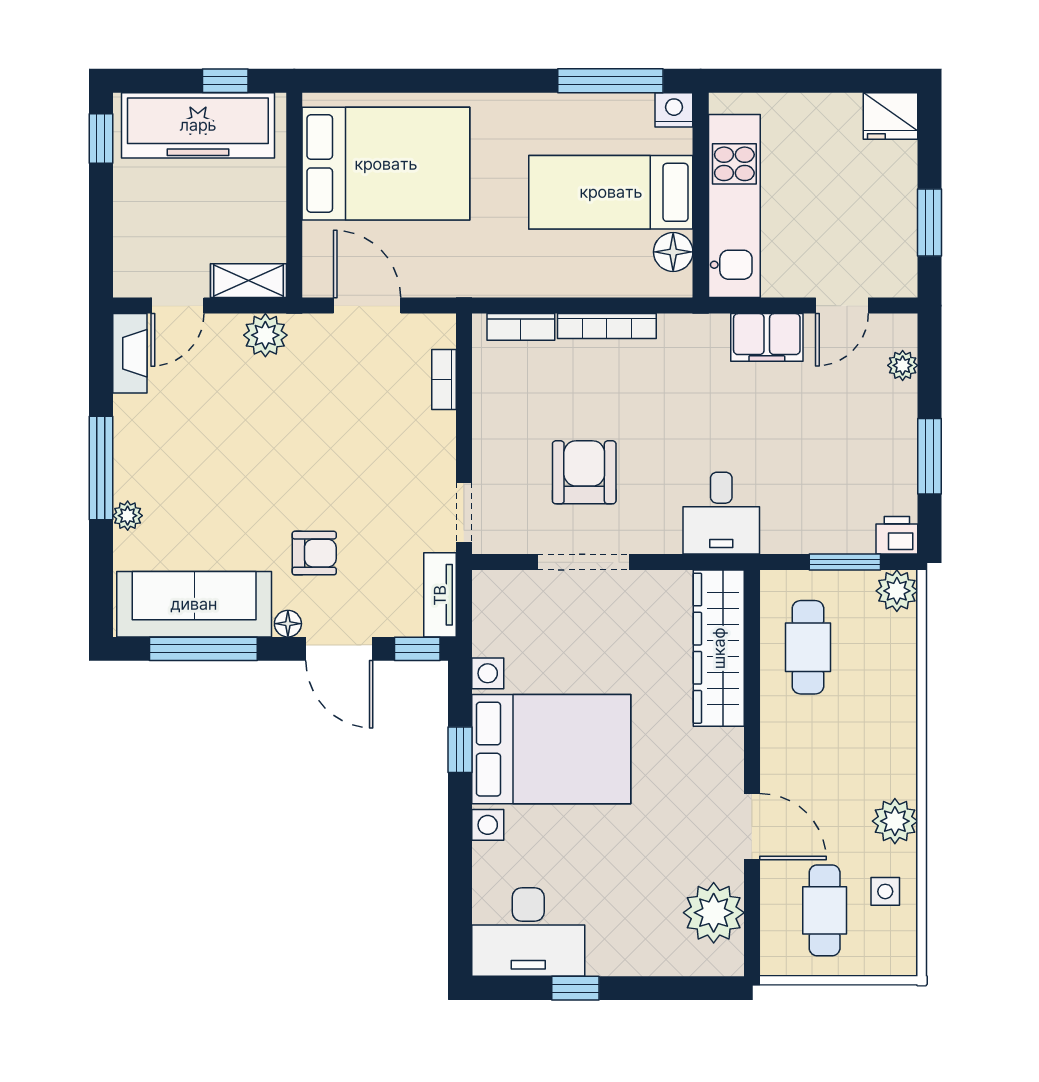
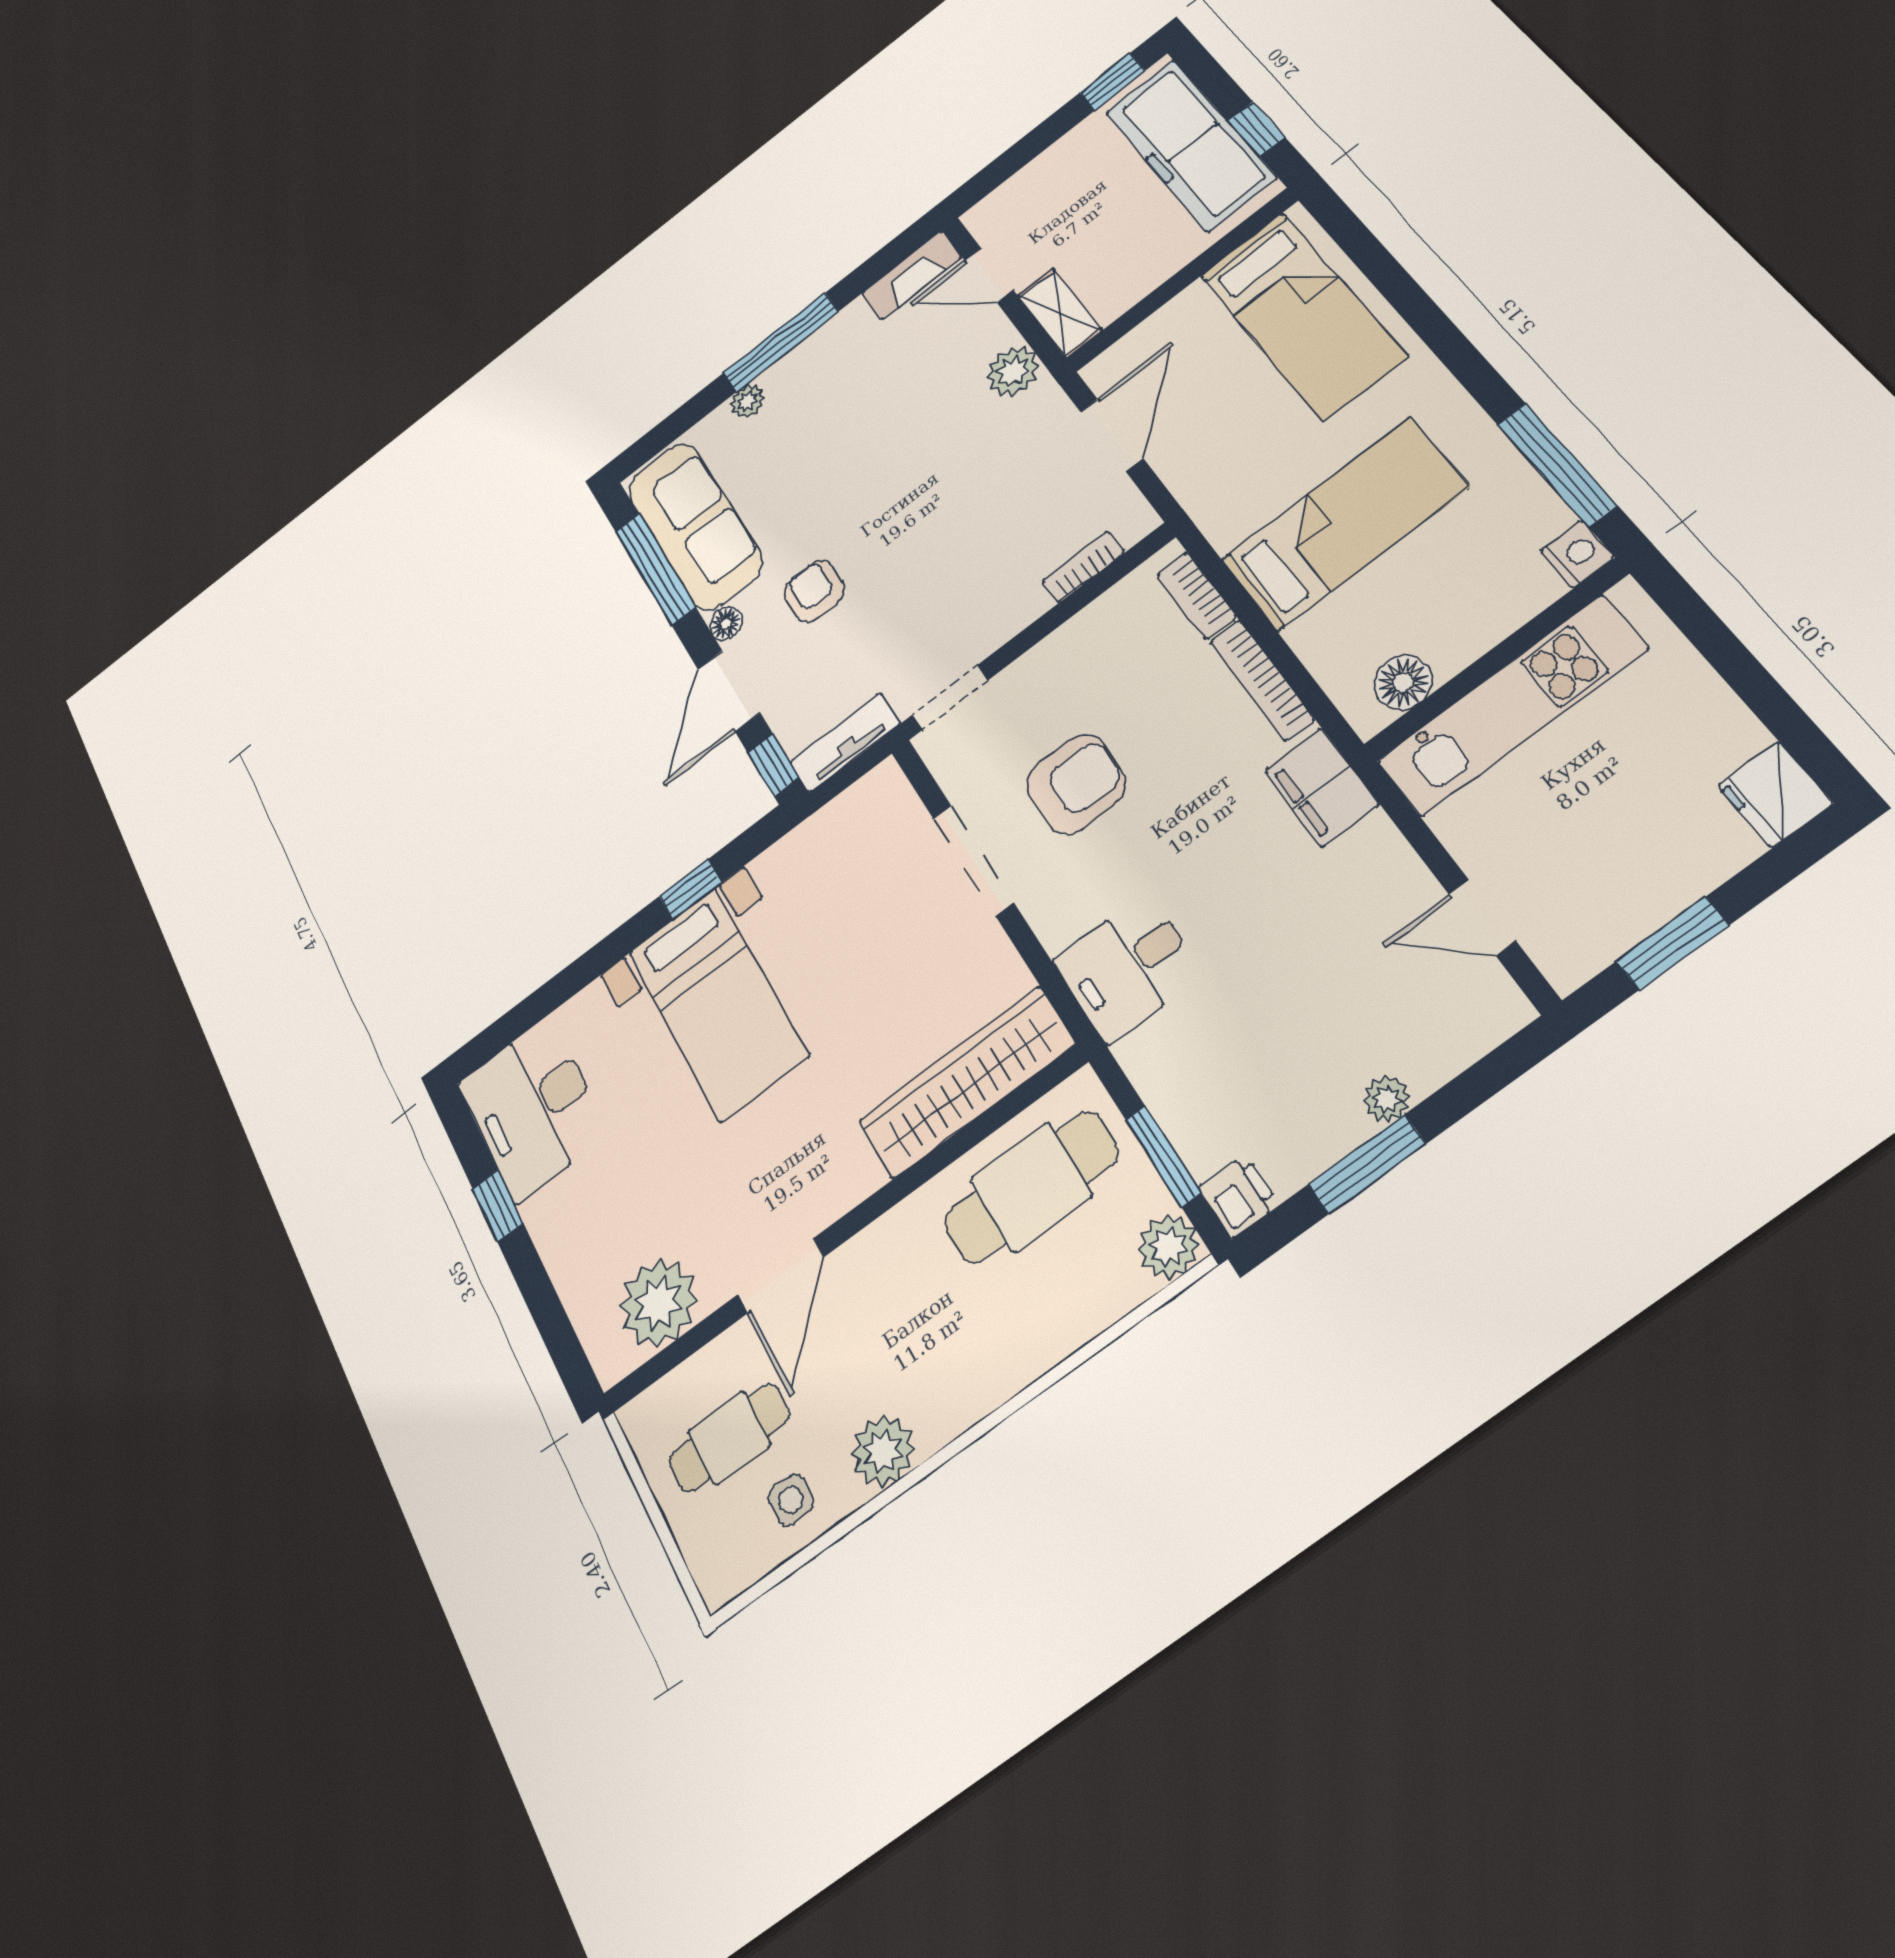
bed: (386, 164) -> (1302, 315), width x0.67
bed: (611, 192) -> (1344, 524), moved, turned 90
filing cabinet: (767, 337) -> (1321, 787), moved
plant: (903, 365) -> (1387, 1099), moved
armchair: (314, 553) -> (814, 591), turned 180
cafe table: (808, 647) -> (1031, 1187), width x1.37, depth x1.35
bed with nightstands: (551, 749) -> (718, 1003), width x0.73

